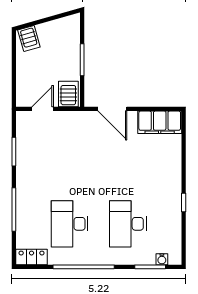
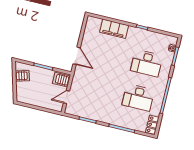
server rack: (29, 38) -> (22, 76), moved
door: (43, 109) -> (67, 97), hinge flipped
door: (112, 109) -> (77, 56), hinge flipped
filing cabinet: (160, 122) -> (114, 29), moved, turned 90

